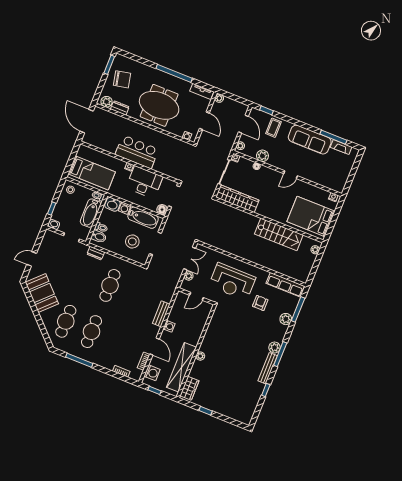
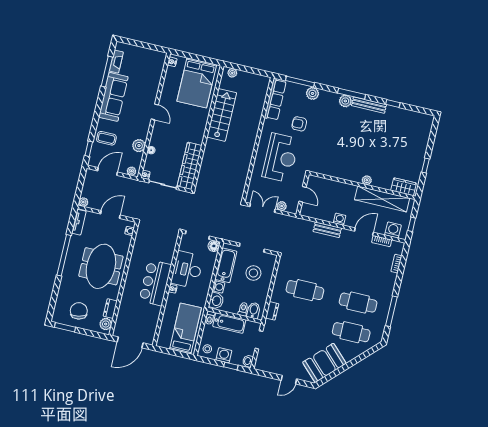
washing machine: (62, 204) -> (224, 355), added
door: (32, 259) -> (289, 380), hinge flipped

